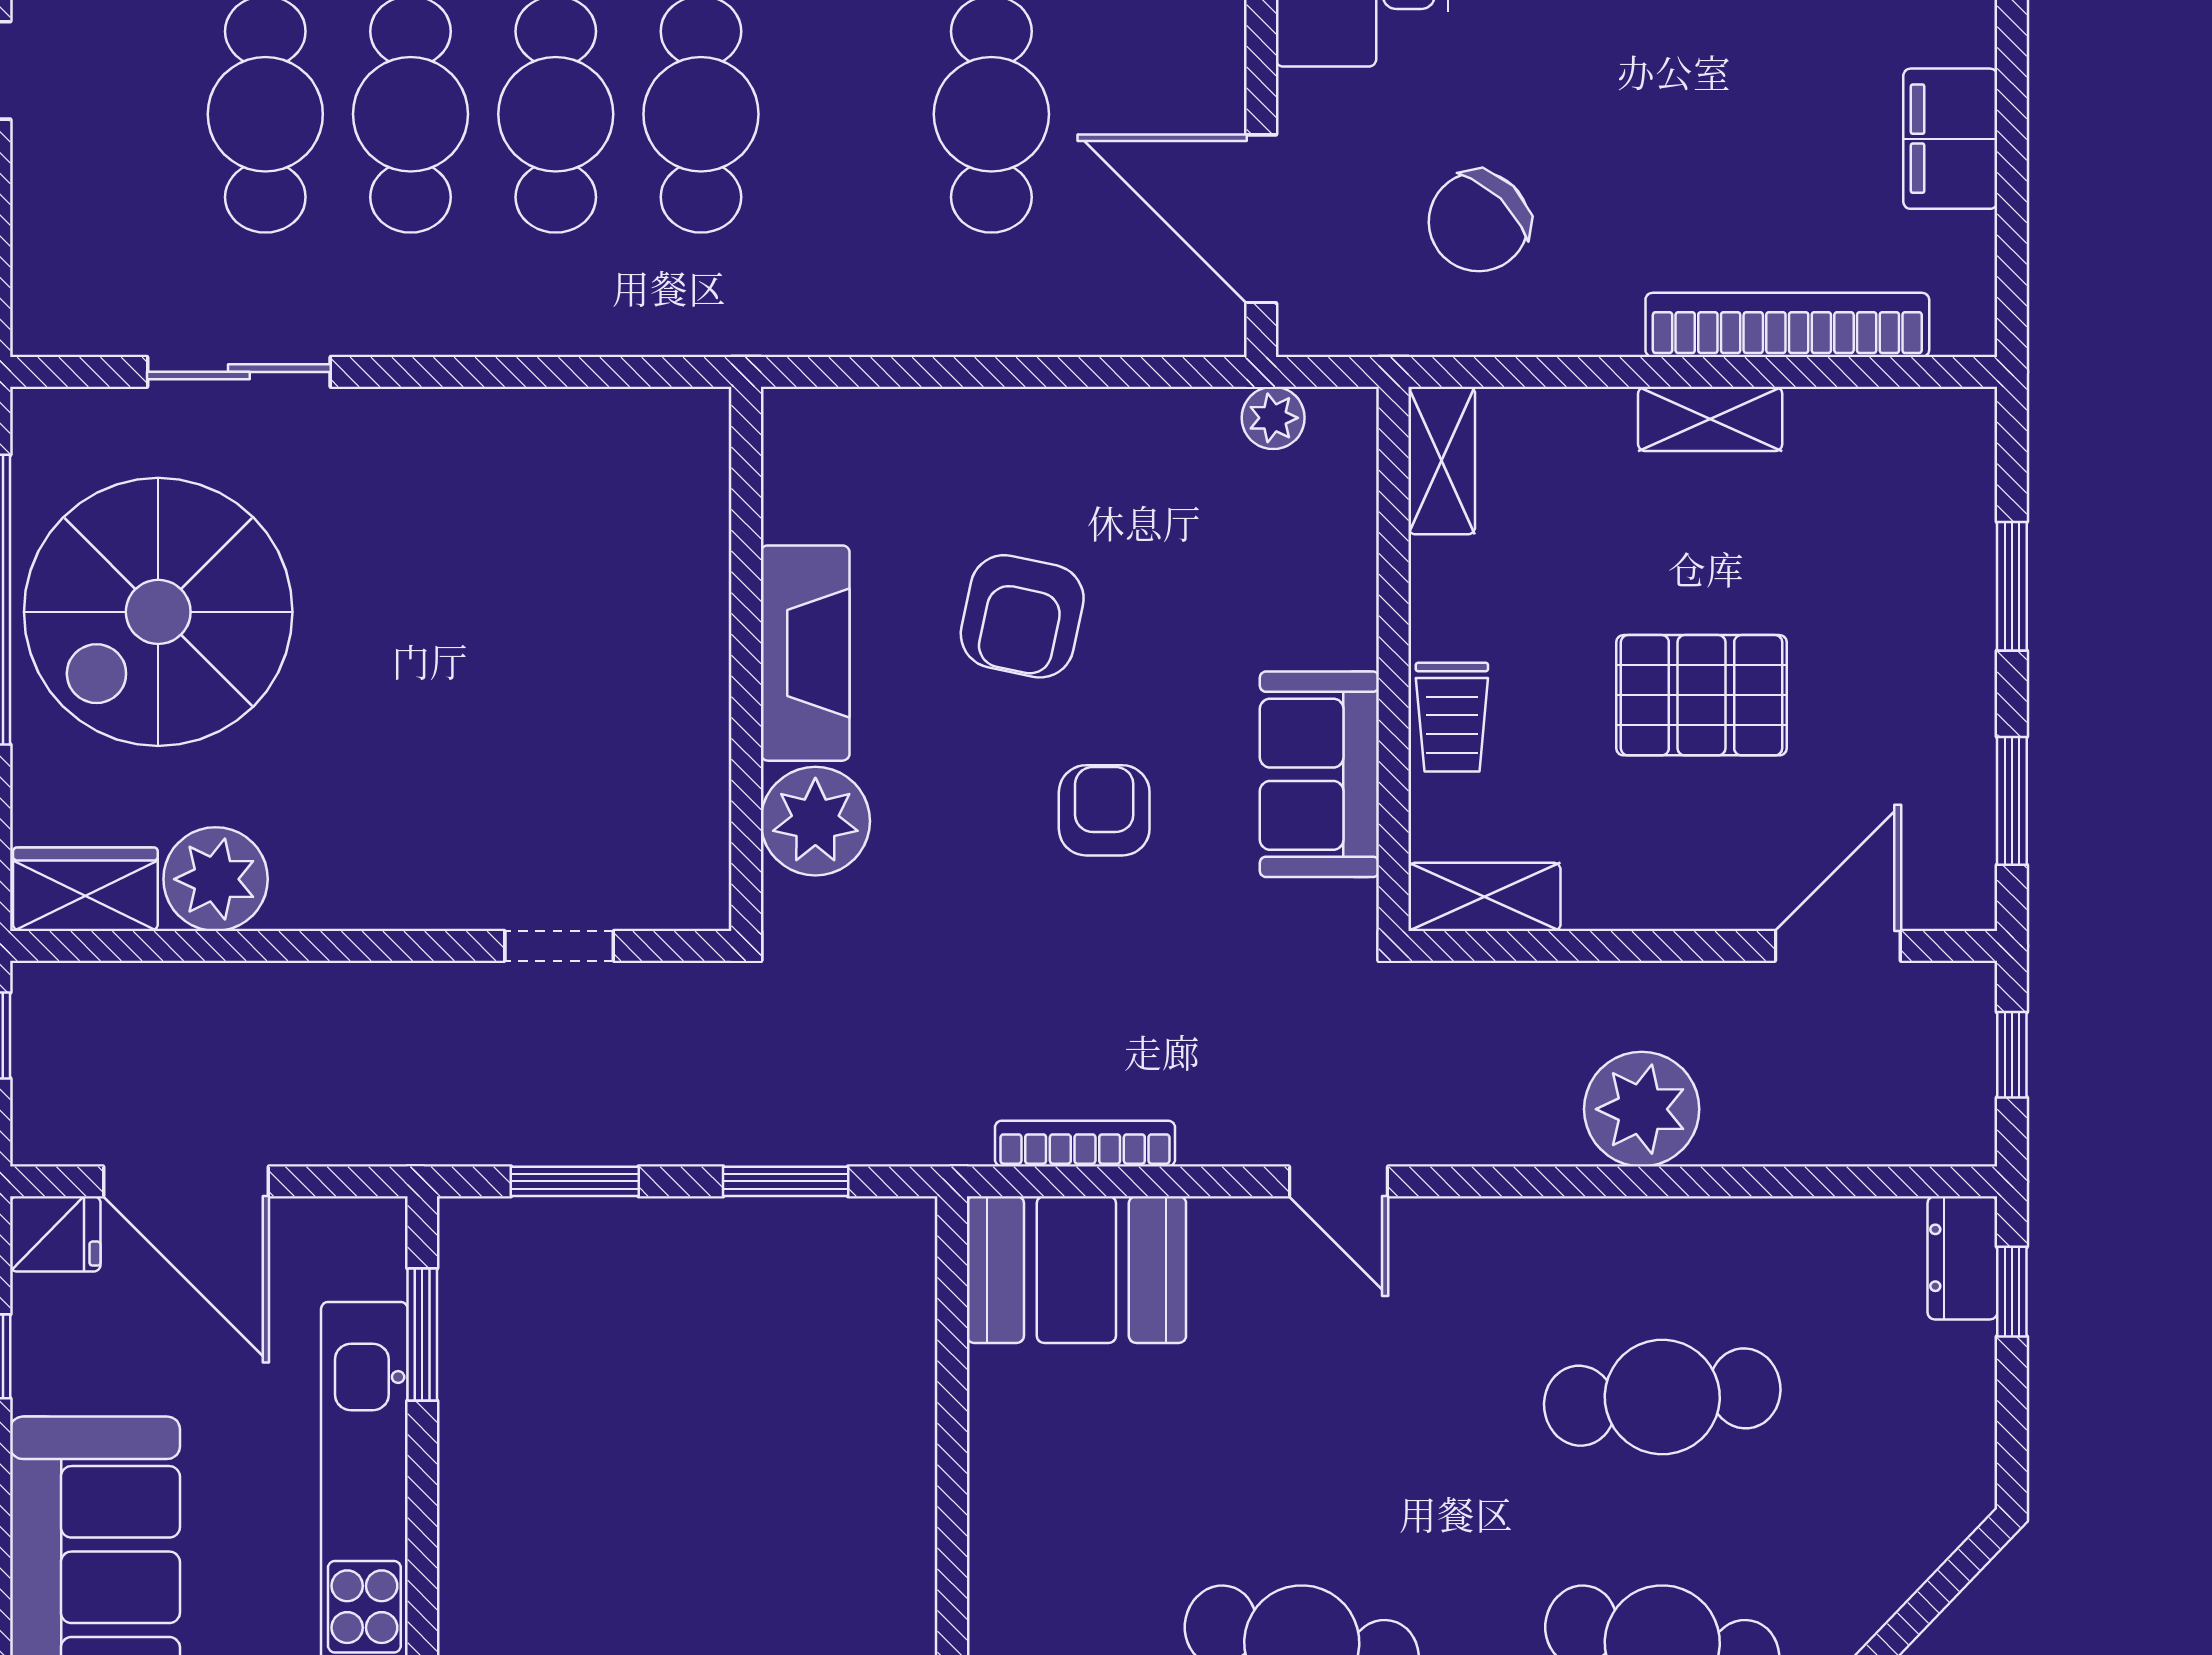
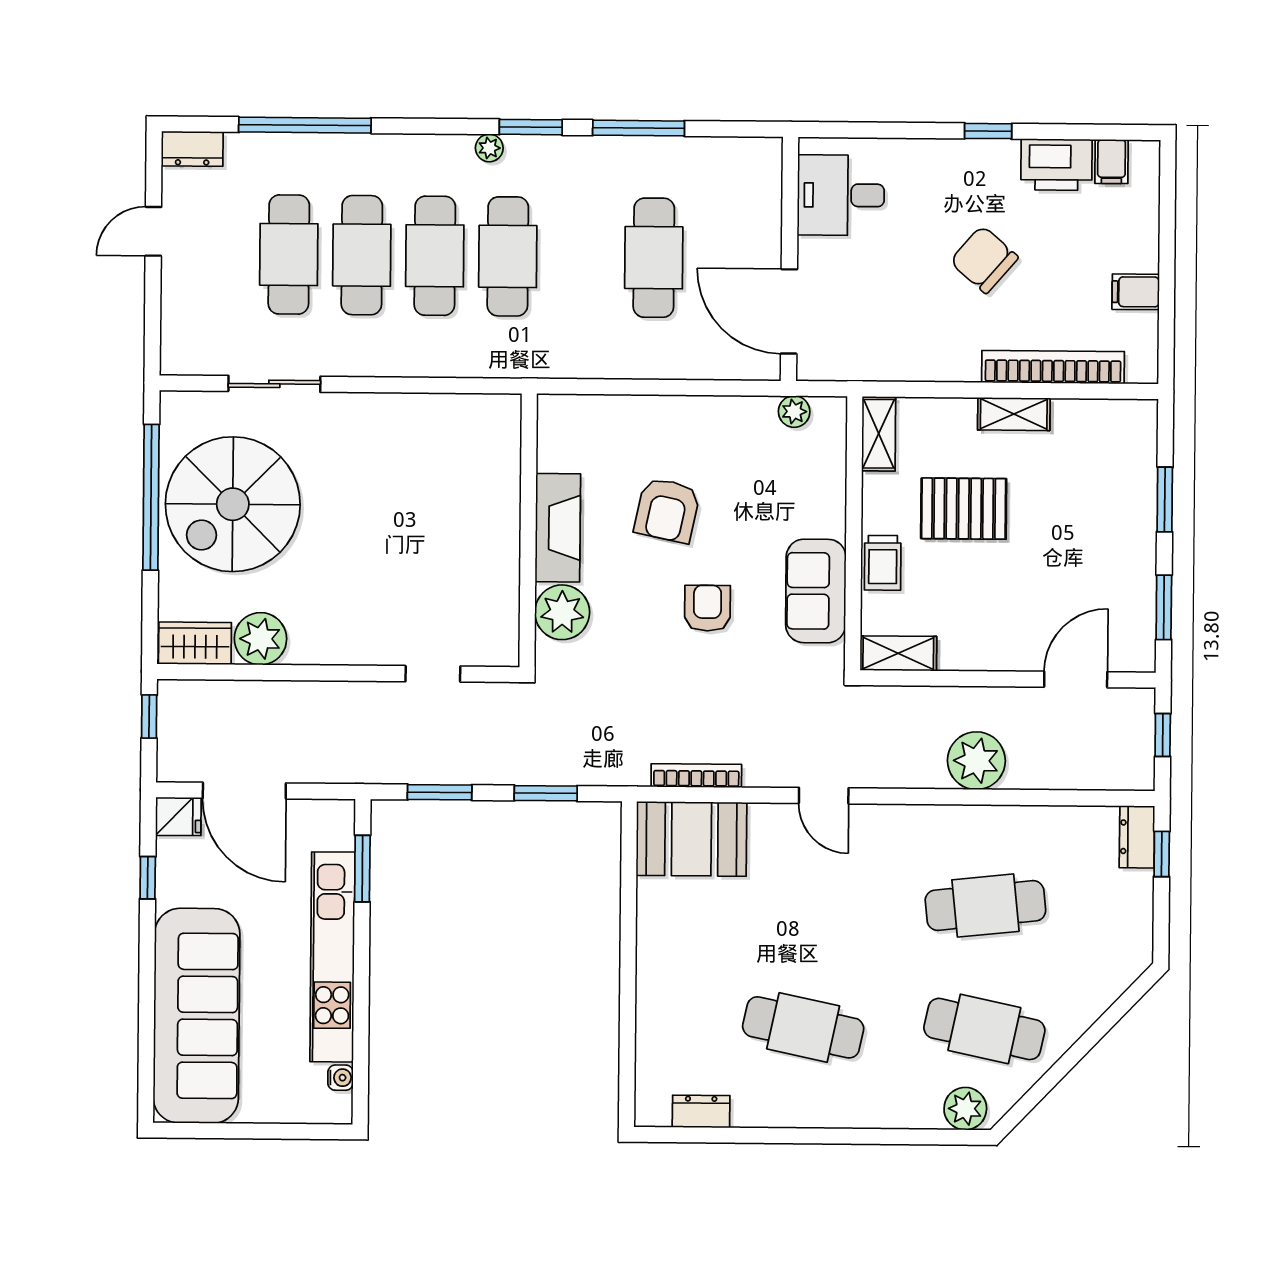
filing cabinet: (1950, 139) -> (1136, 292), width x0.50
chair: (1479, 222) -> (984, 259), moved, turned 87
pallet: (1702, 695) -> (964, 509), moved

